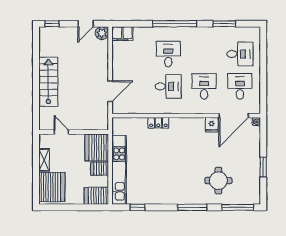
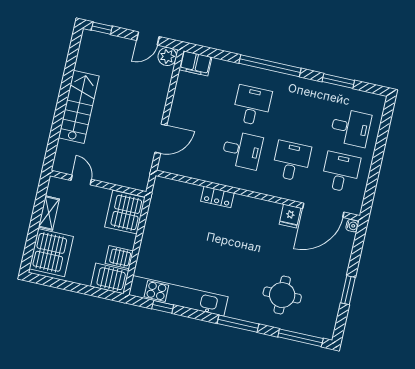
server rack: (100, 169) -> (119, 257), moved
kitchen unit: (119, 170) -> (178, 296), moved, turned -90

